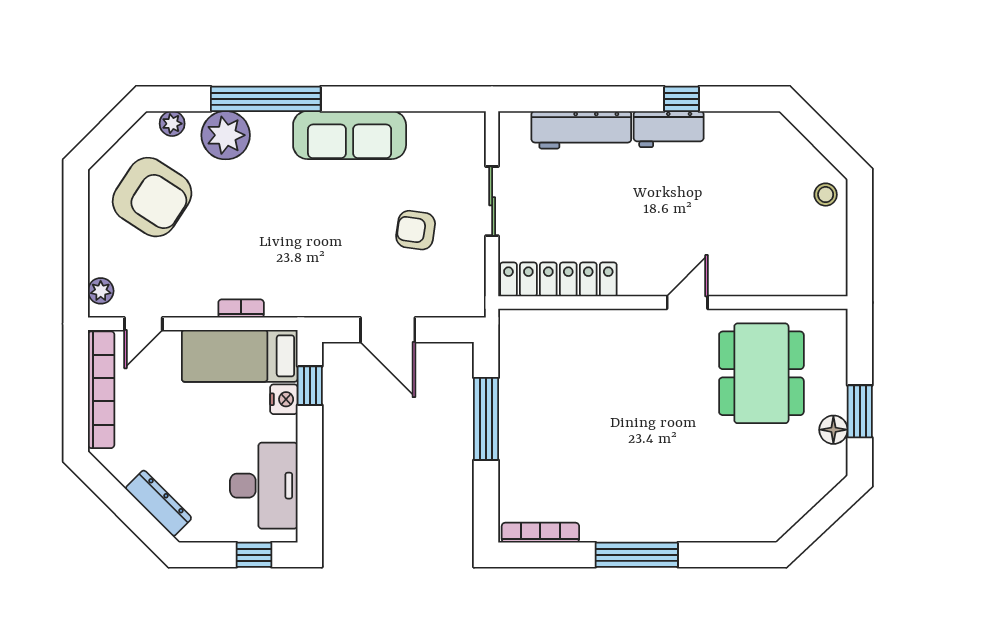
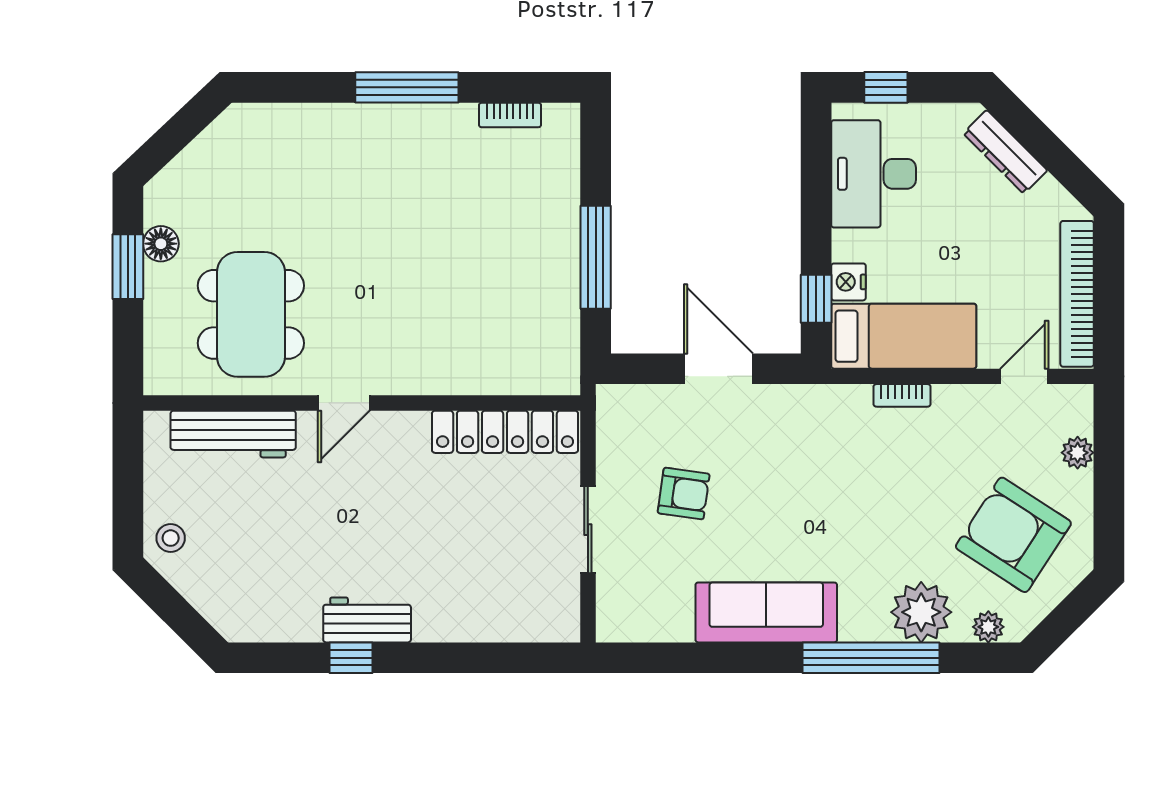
workbench: (581, 130) -> (233, 434), moved, turned 180
plant: (101, 291) -> (1078, 453), moved
bookcase: (540, 533) -> (510, 115), width x0.64

